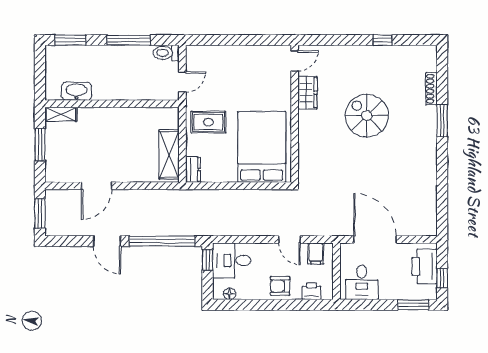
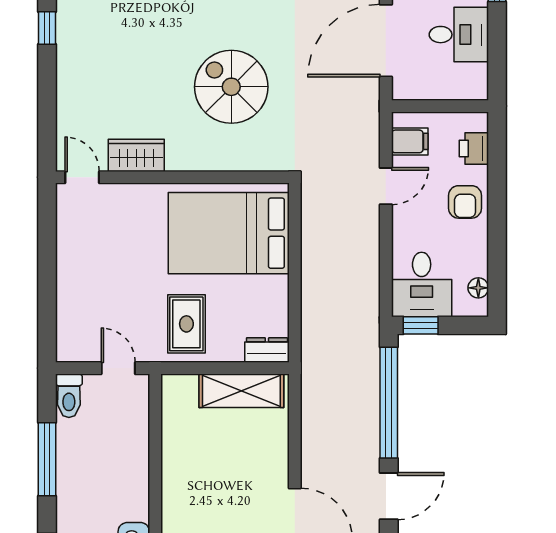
spiral stairs: (367, 116) -> (231, 87), moved, turned 90
desk: (362, 282) -> (459, 35), moved

